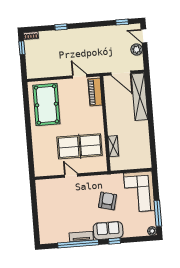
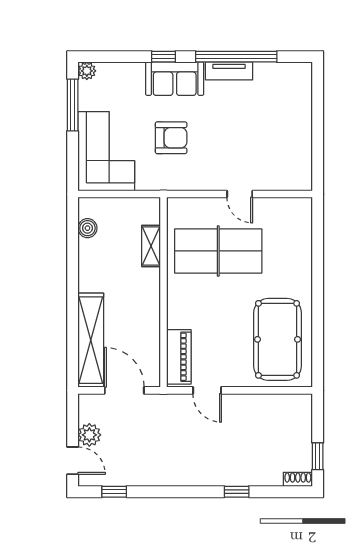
boiler: (146, 153) -> (87, 228), added
armchair: (108, 201) -> (171, 138), turned -104

